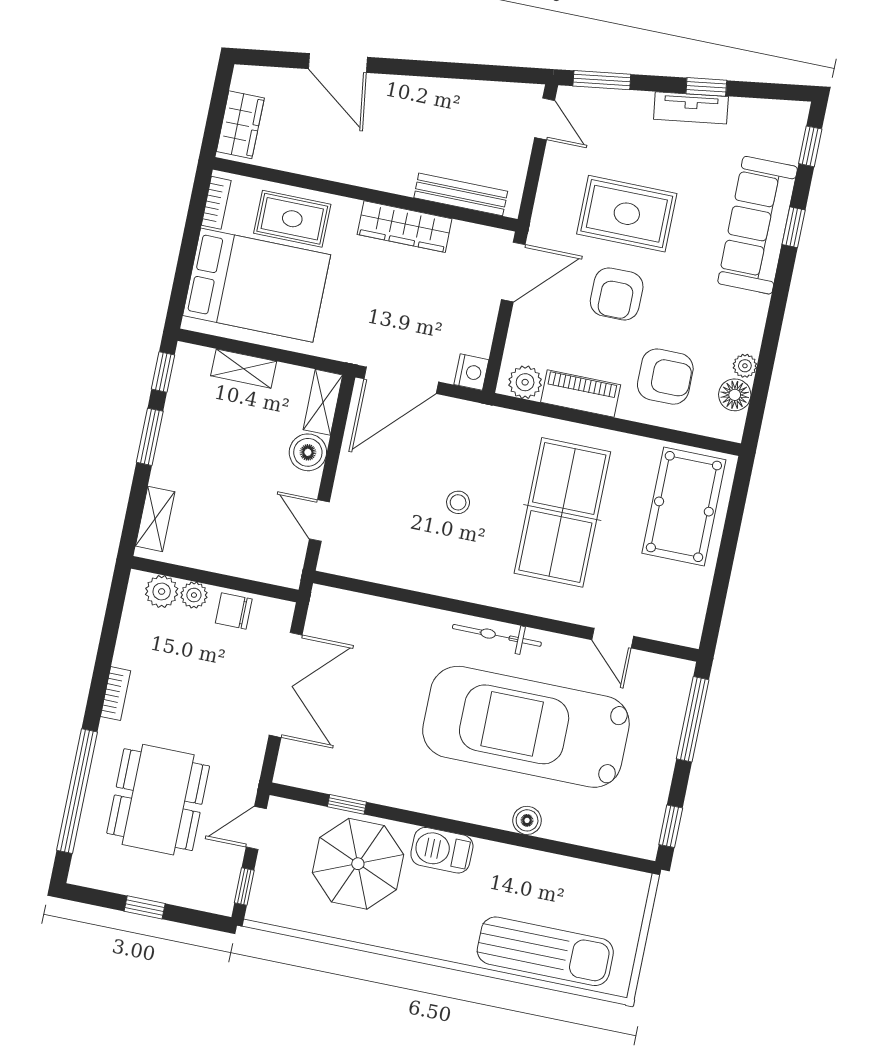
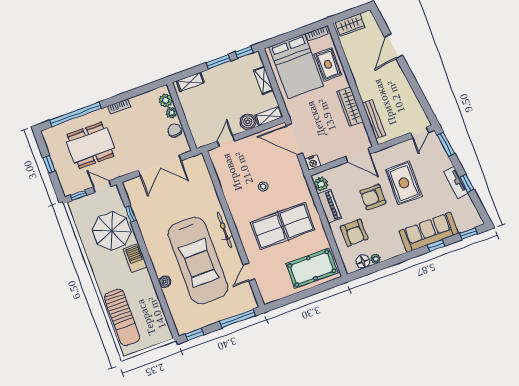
car: (526, 727) -> (198, 261), turned 180

